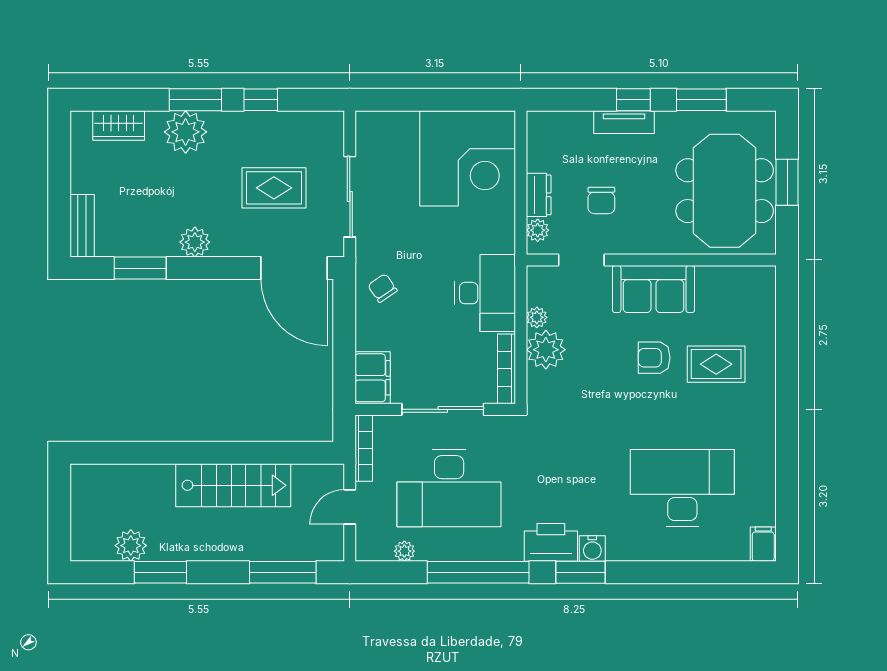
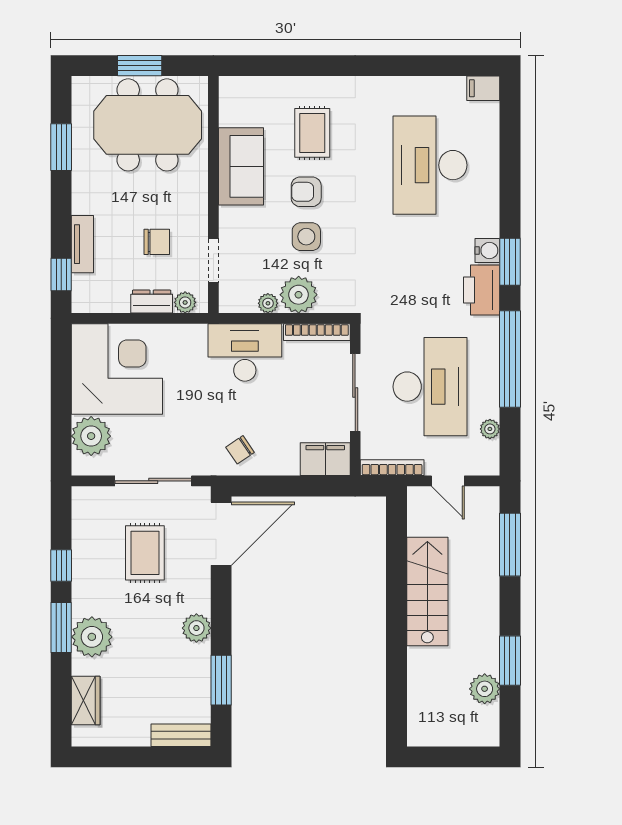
window: (633, 100) -> (61, 275), moved
tv unit: (624, 122) -> (82, 244), moved
plant: (397, 131) -> (91, 436), added
sofa: (653, 289) -> (241, 166), moved
side table: (607, 358) -> (306, 237), added
armchair: (654, 358) -> (306, 192), turned 90

